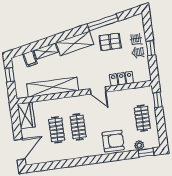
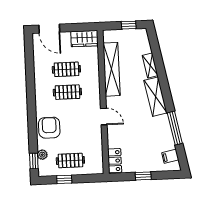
pallet: (110, 42) -> (154, 134), removed
filing cabinet: (30, 59) -> (170, 156), moved
locker: (121, 79) -> (115, 161), moved
door: (98, 90) -> (104, 117), swing flipped
window: (158, 100) -> (64, 179), moved
armchair: (113, 141) -> (49, 128), turned 180

